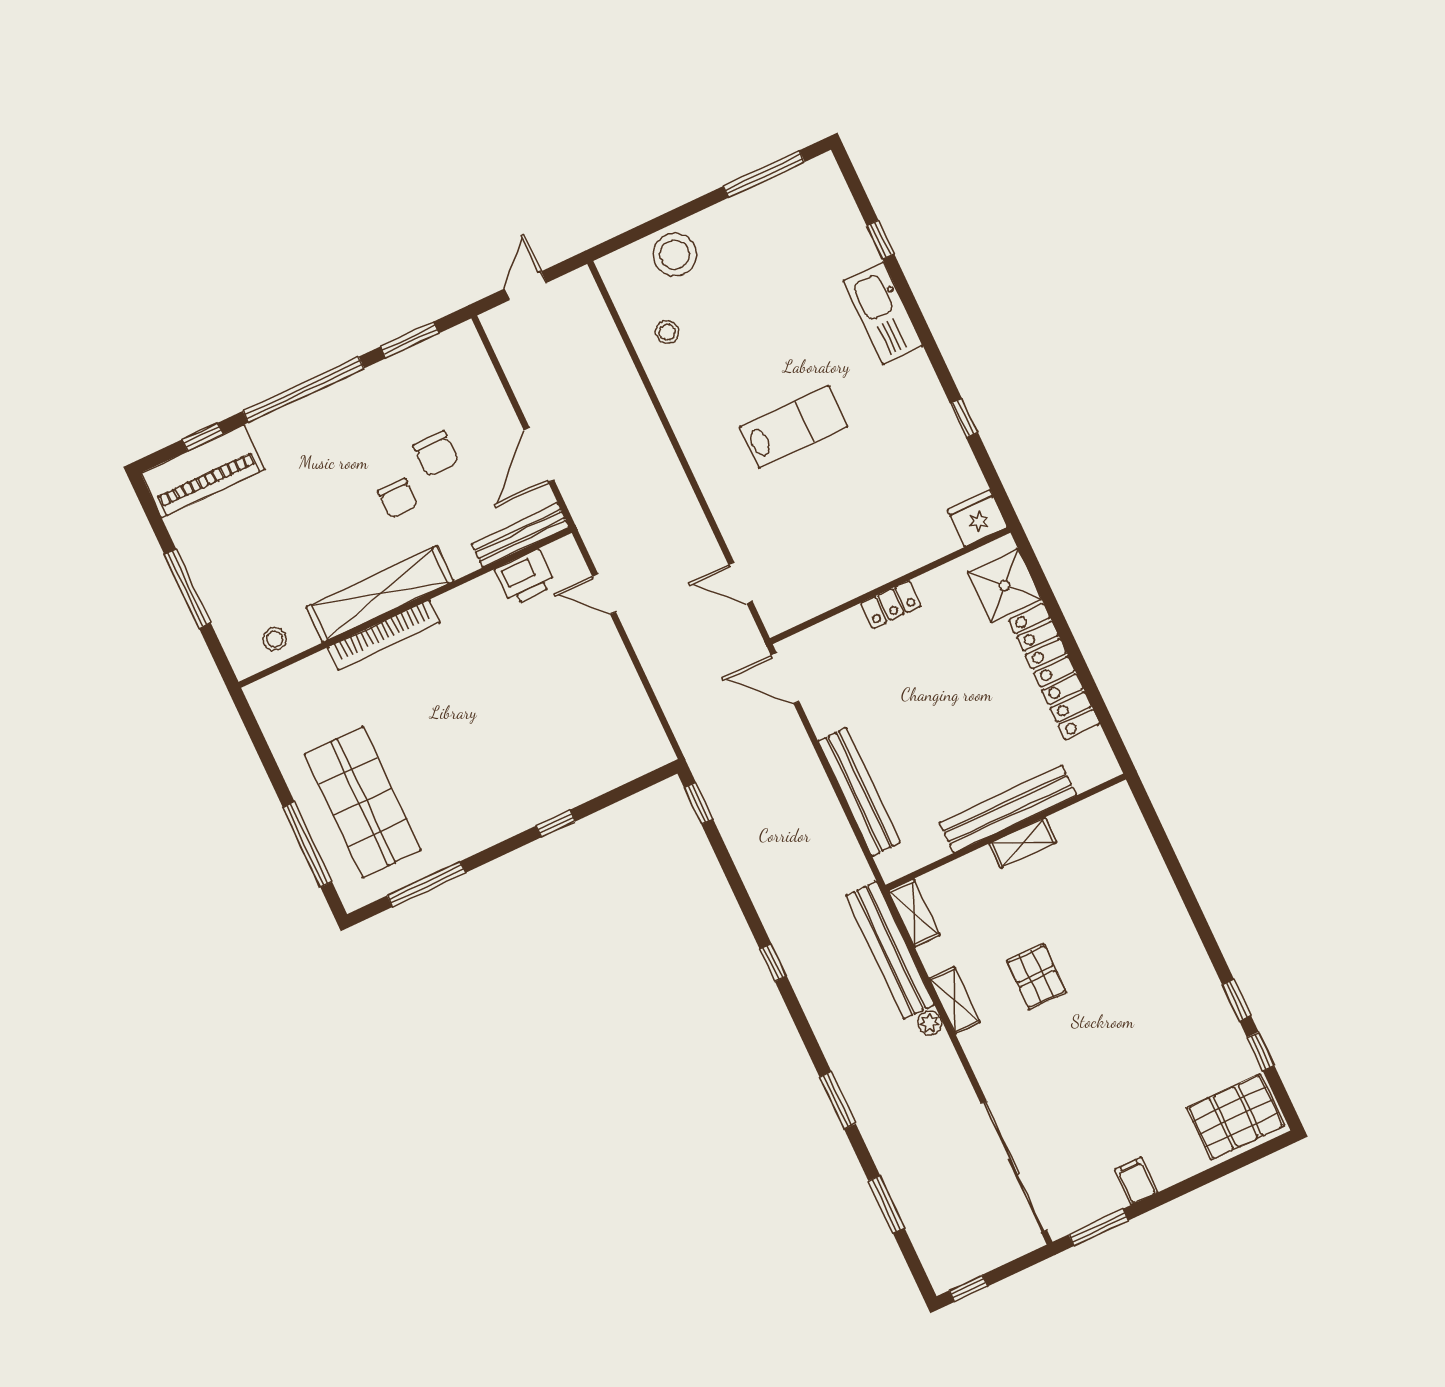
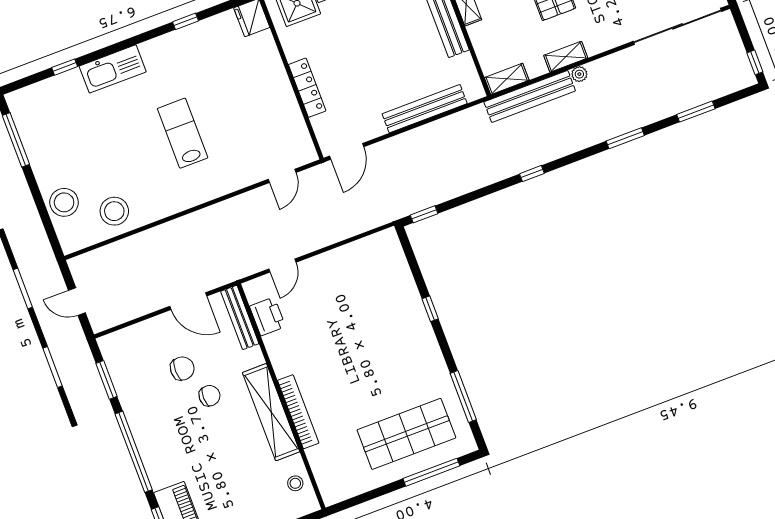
stool: (667, 332) -> (114, 211), width x1.89, depth x1.89
locker: (891, 604) -> (307, 88), width x1.53

